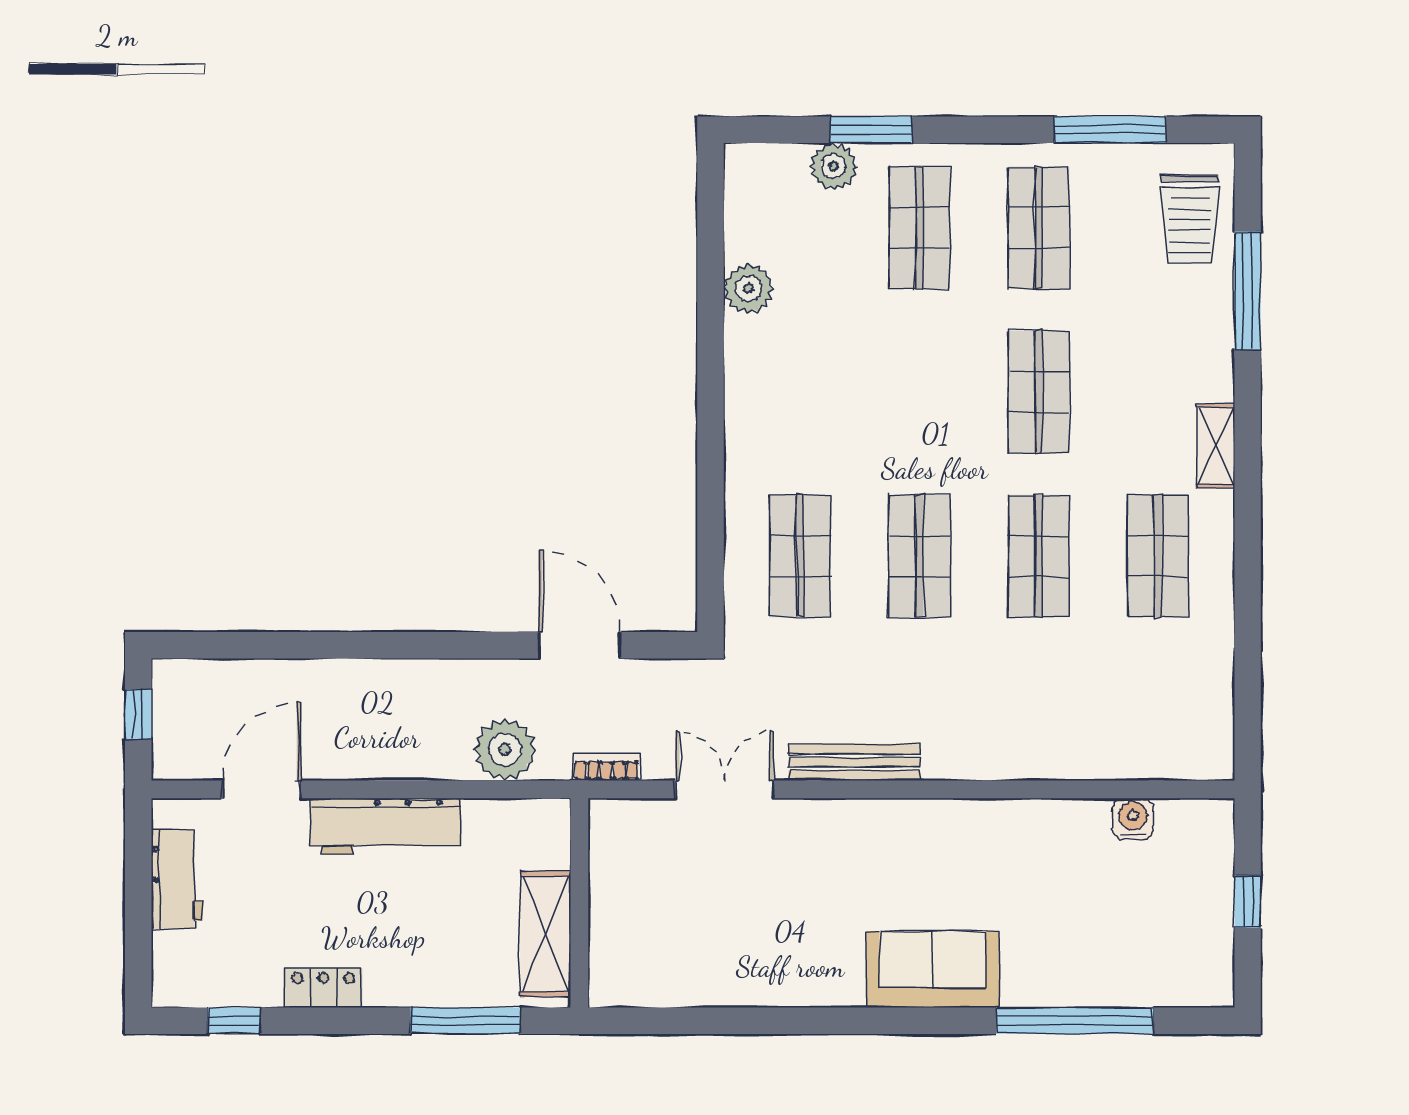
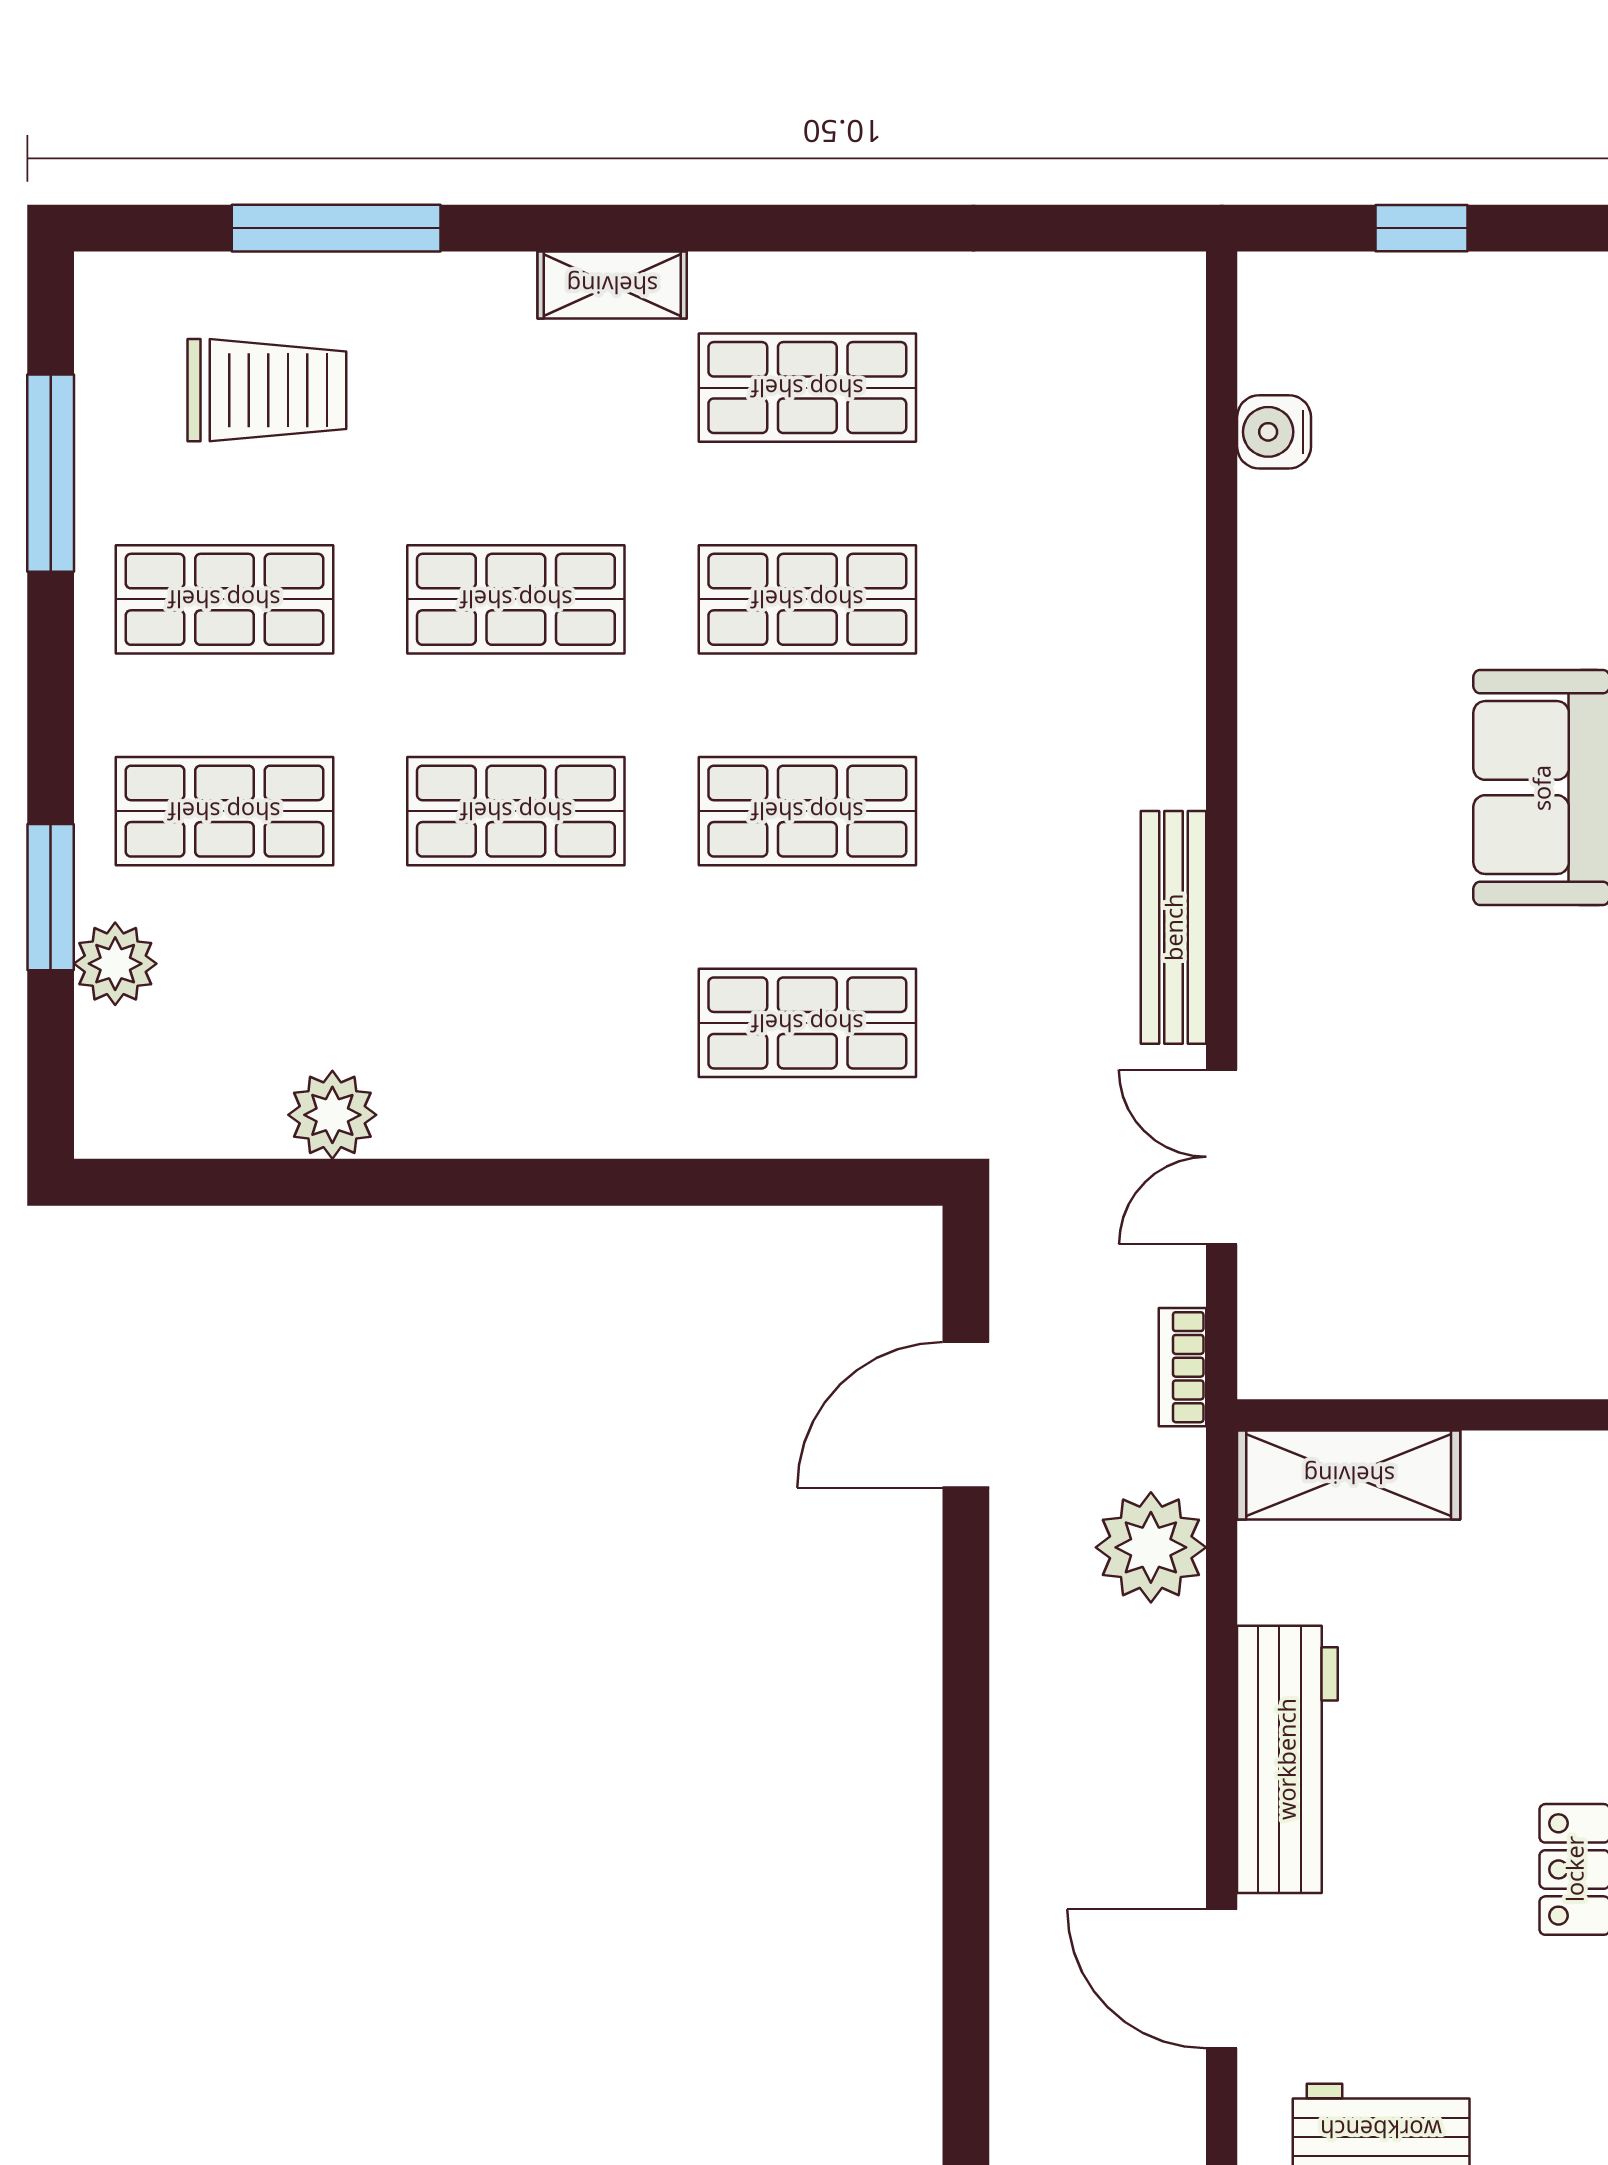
trolley: (1190, 219) -> (267, 390), moved
shop shelf: (919, 392) -> (516, 811), added
shelving: (546, 934) -> (1349, 1475), moved

